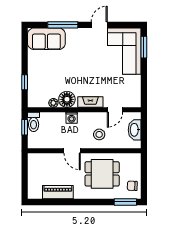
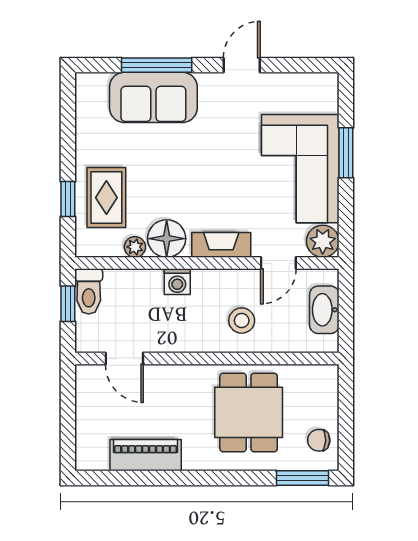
sofa: (46, 39) -> (153, 97), moved
window: (144, 47) -> (346, 153), moved
corner sofa: (124, 51) -> (300, 169), moved
rug: (41, 82) -> (106, 198), added
plant: (134, 100) -> (323, 241), added
door: (72, 151) -> (124, 359), moved
dining table: (102, 174) -> (249, 412), turned 90

